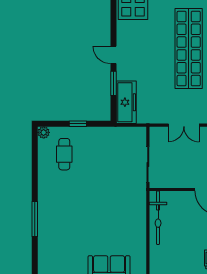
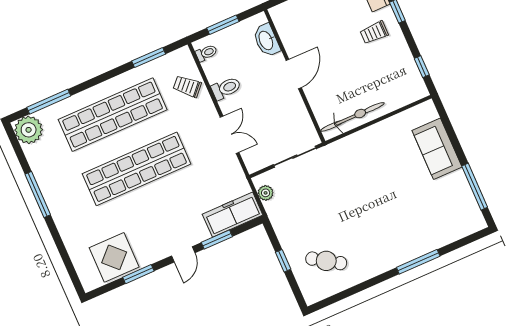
window: (114, 17) -> (138, 274), added
plant: (44, 132) -> (266, 193), moved
cafe table: (64, 154) -> (326, 261), turned 33

